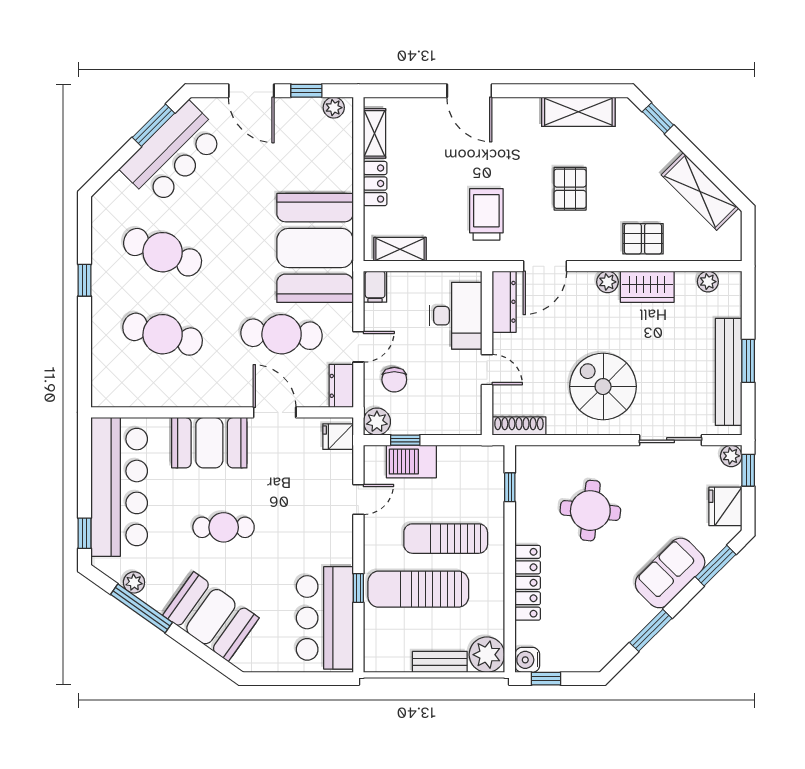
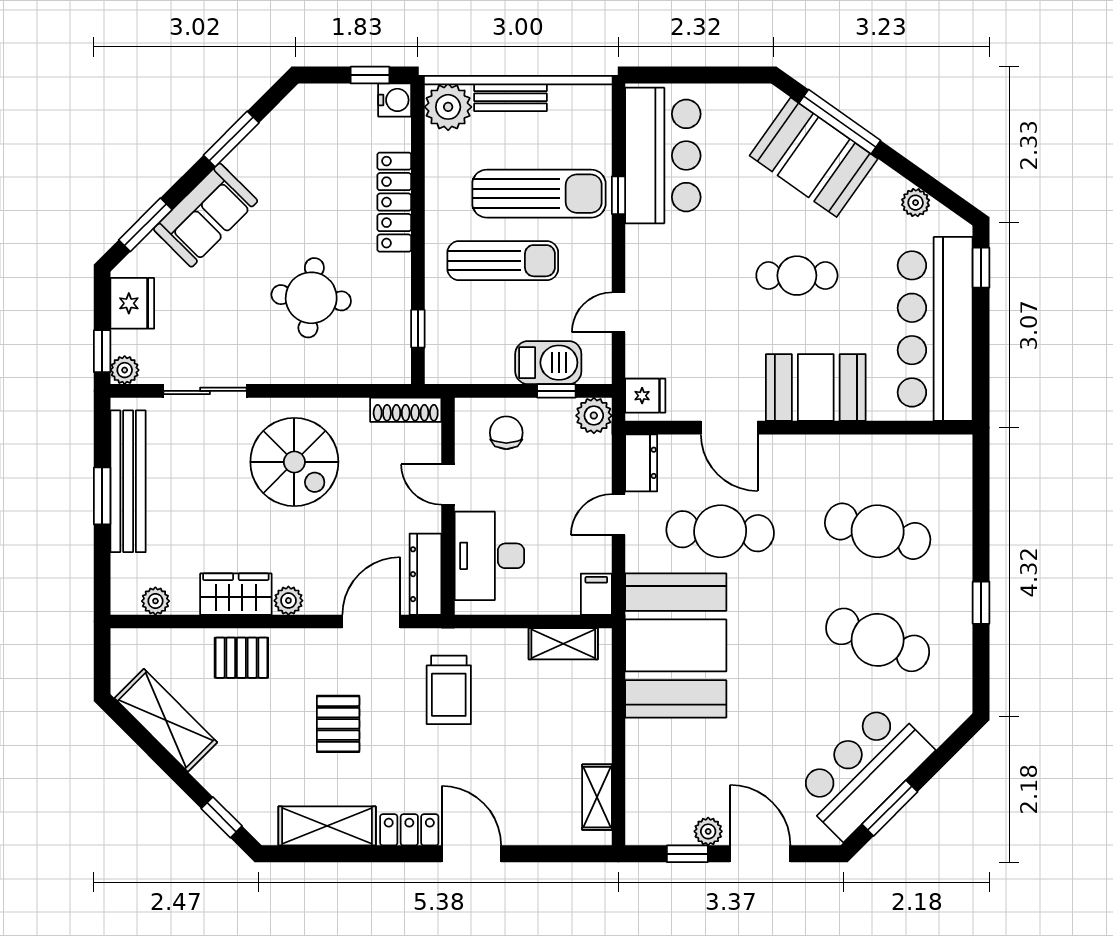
plant: (334, 108) -> (708, 831), moved
locker: (375, 184) -> (409, 830), moved, turned 90
chair: (394, 380) -> (506, 433), moved
window: (141, 608) -> (840, 122), moved

